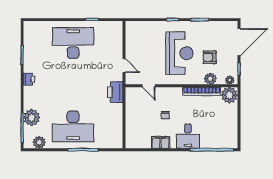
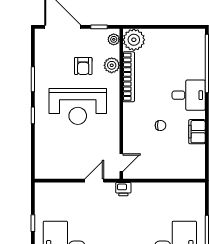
reception desk: (179, 53) -> (78, 106), turned 180
door: (149, 86) -> (121, 163), moved
printer: (115, 92) -> (123, 189), width x0.53, depth x0.68

